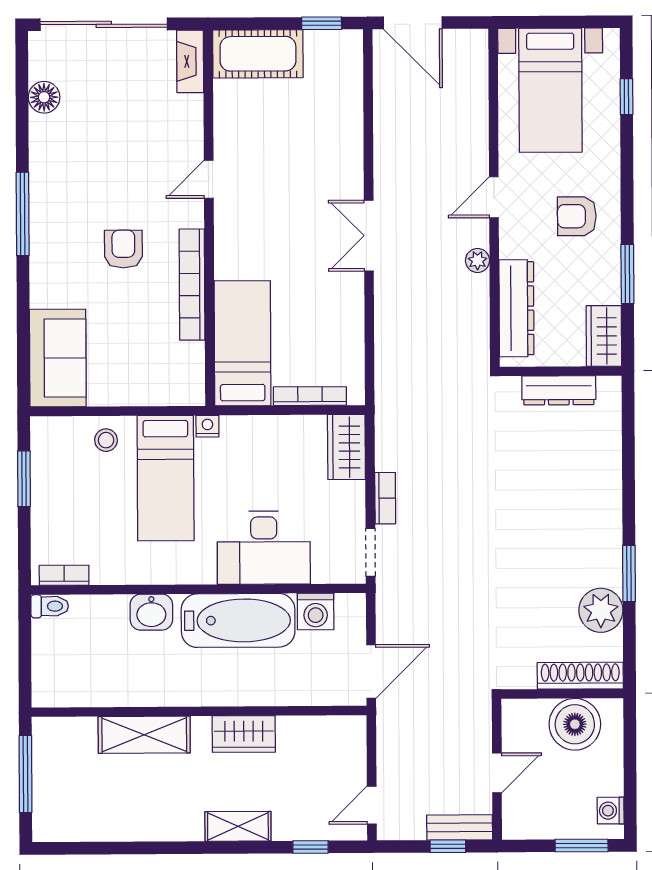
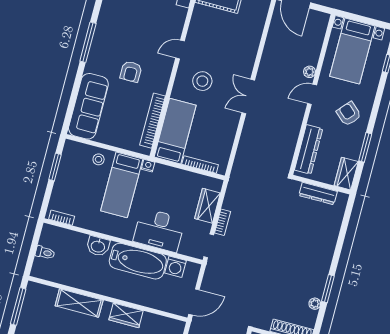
armchair: (577, 216) -> (349, 114), turned 42
stool: (270, 230) -> (202, 81), added
armchair: (123, 249) -> (131, 72), turned 180
plant: (477, 260) -> (310, 72), moved
bookcase: (192, 285) -> (153, 121), moved
sofa: (58, 358) -> (88, 106), width x1.36
wardrobe: (346, 447) -> (208, 206), moved
toilet: (50, 606) -> (45, 253), moved
plant: (601, 610) -> (315, 304), width x0.53, depth x0.53

